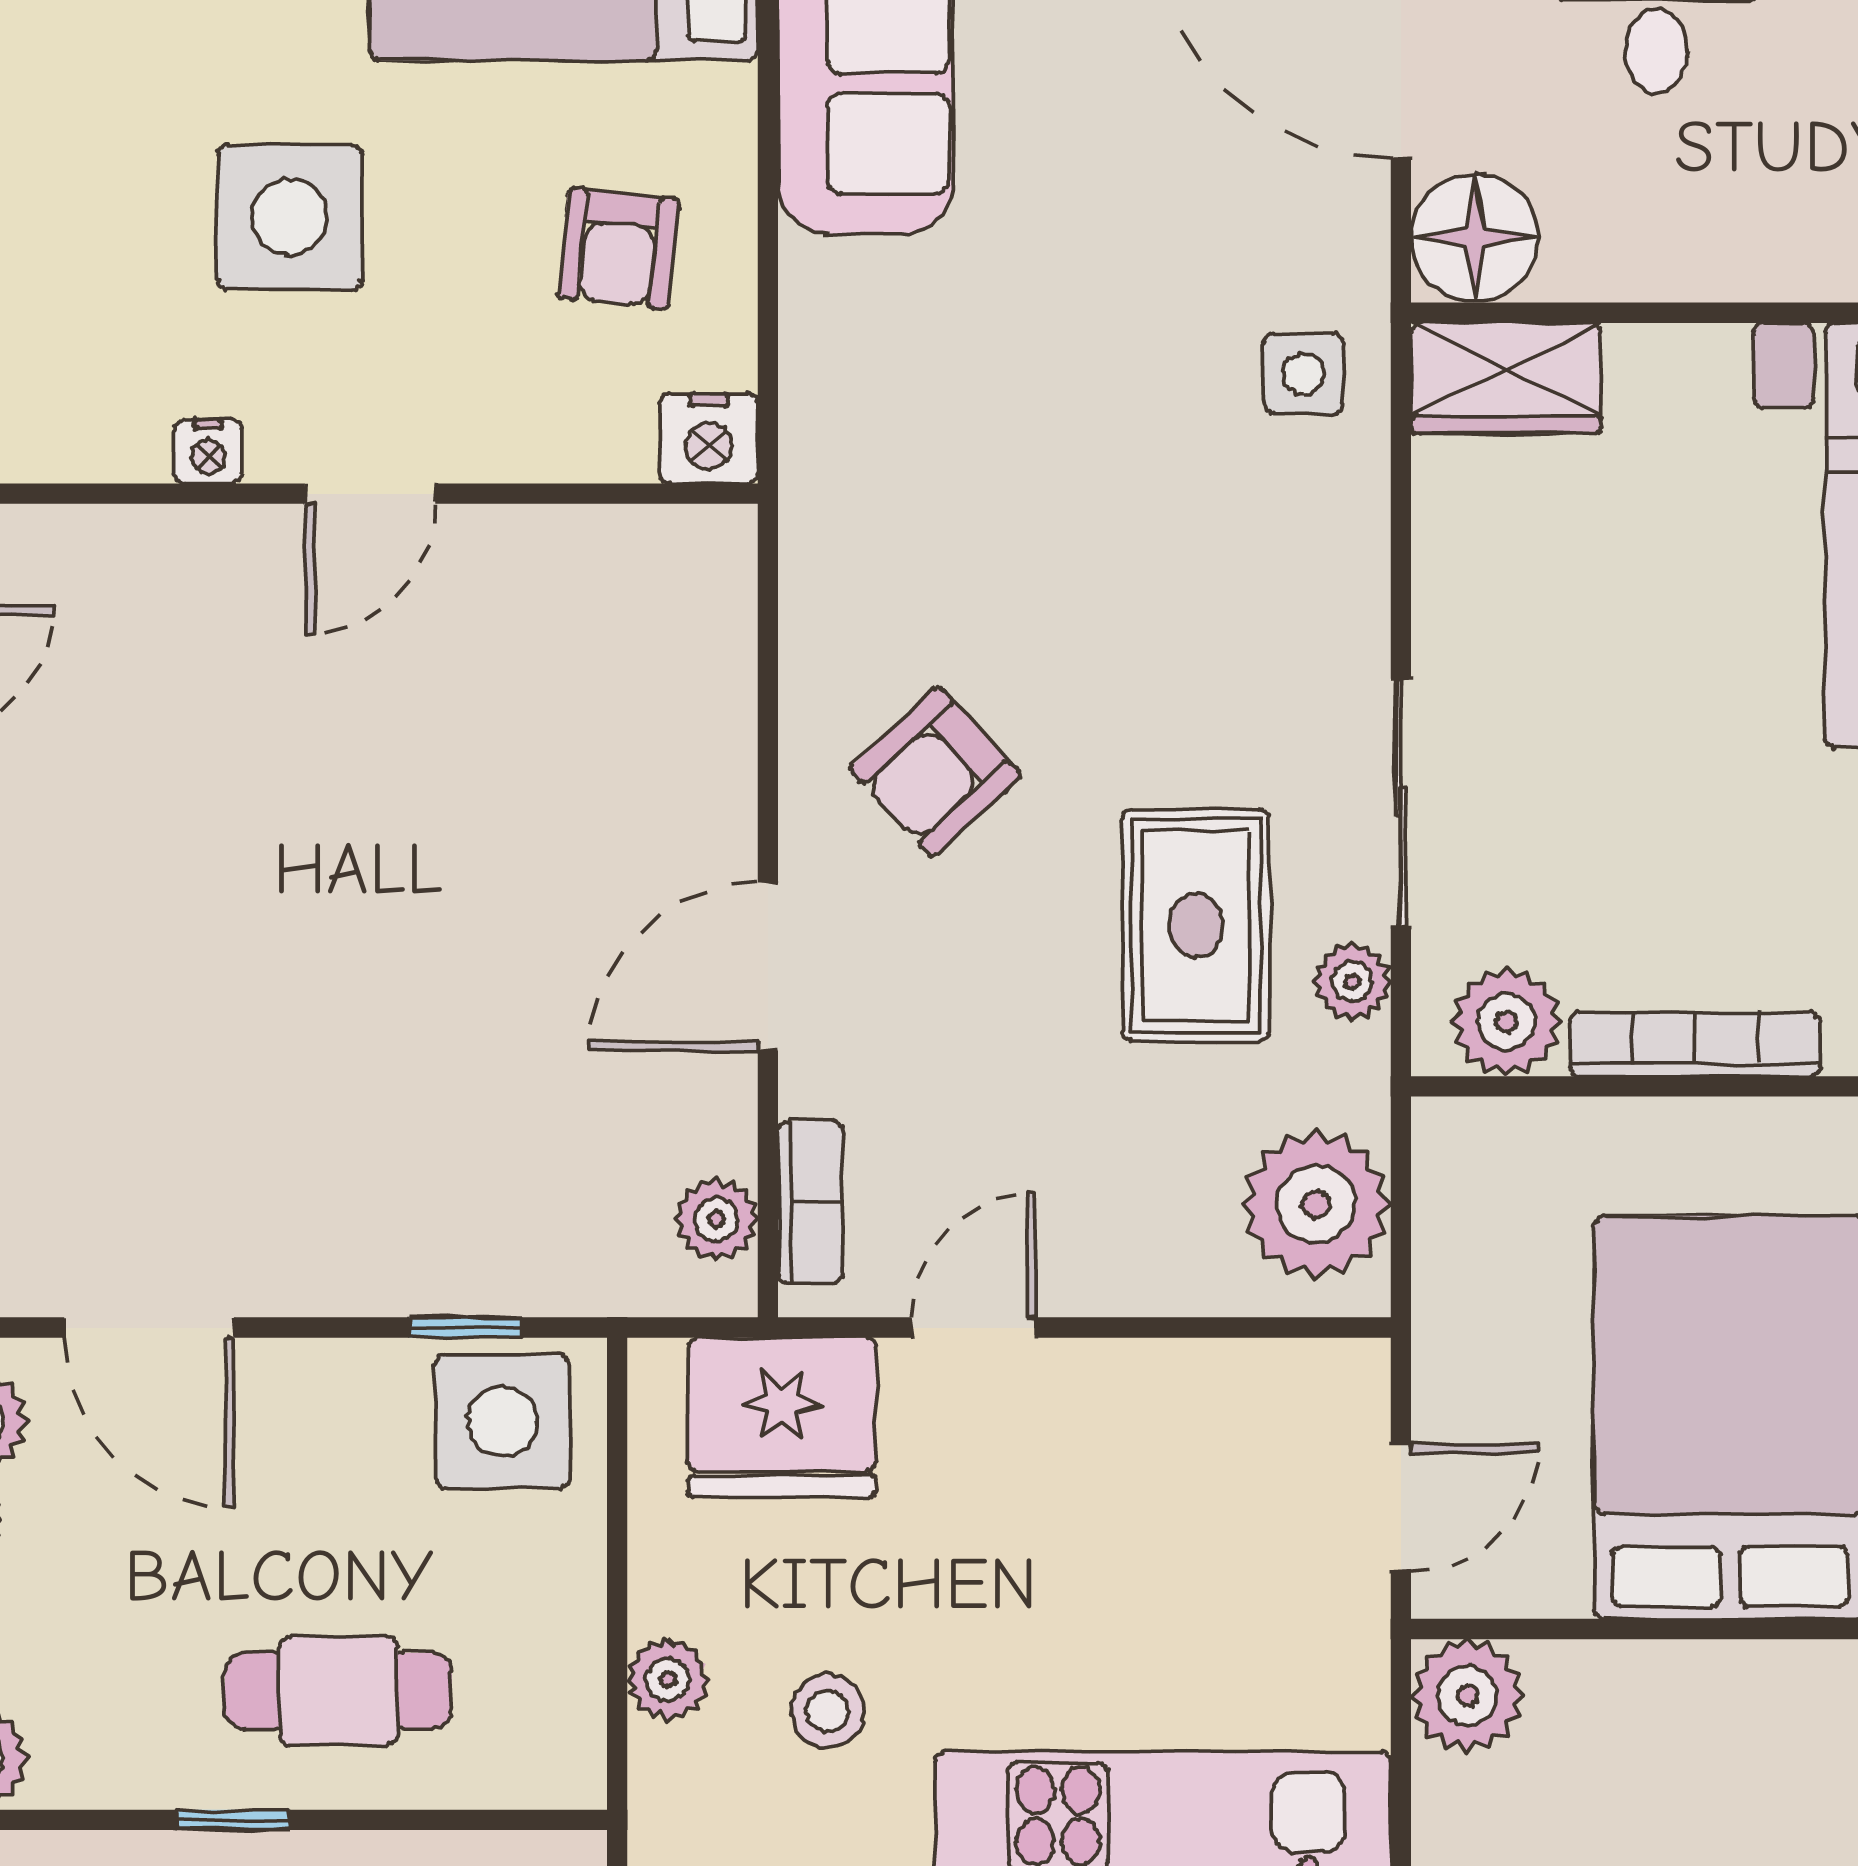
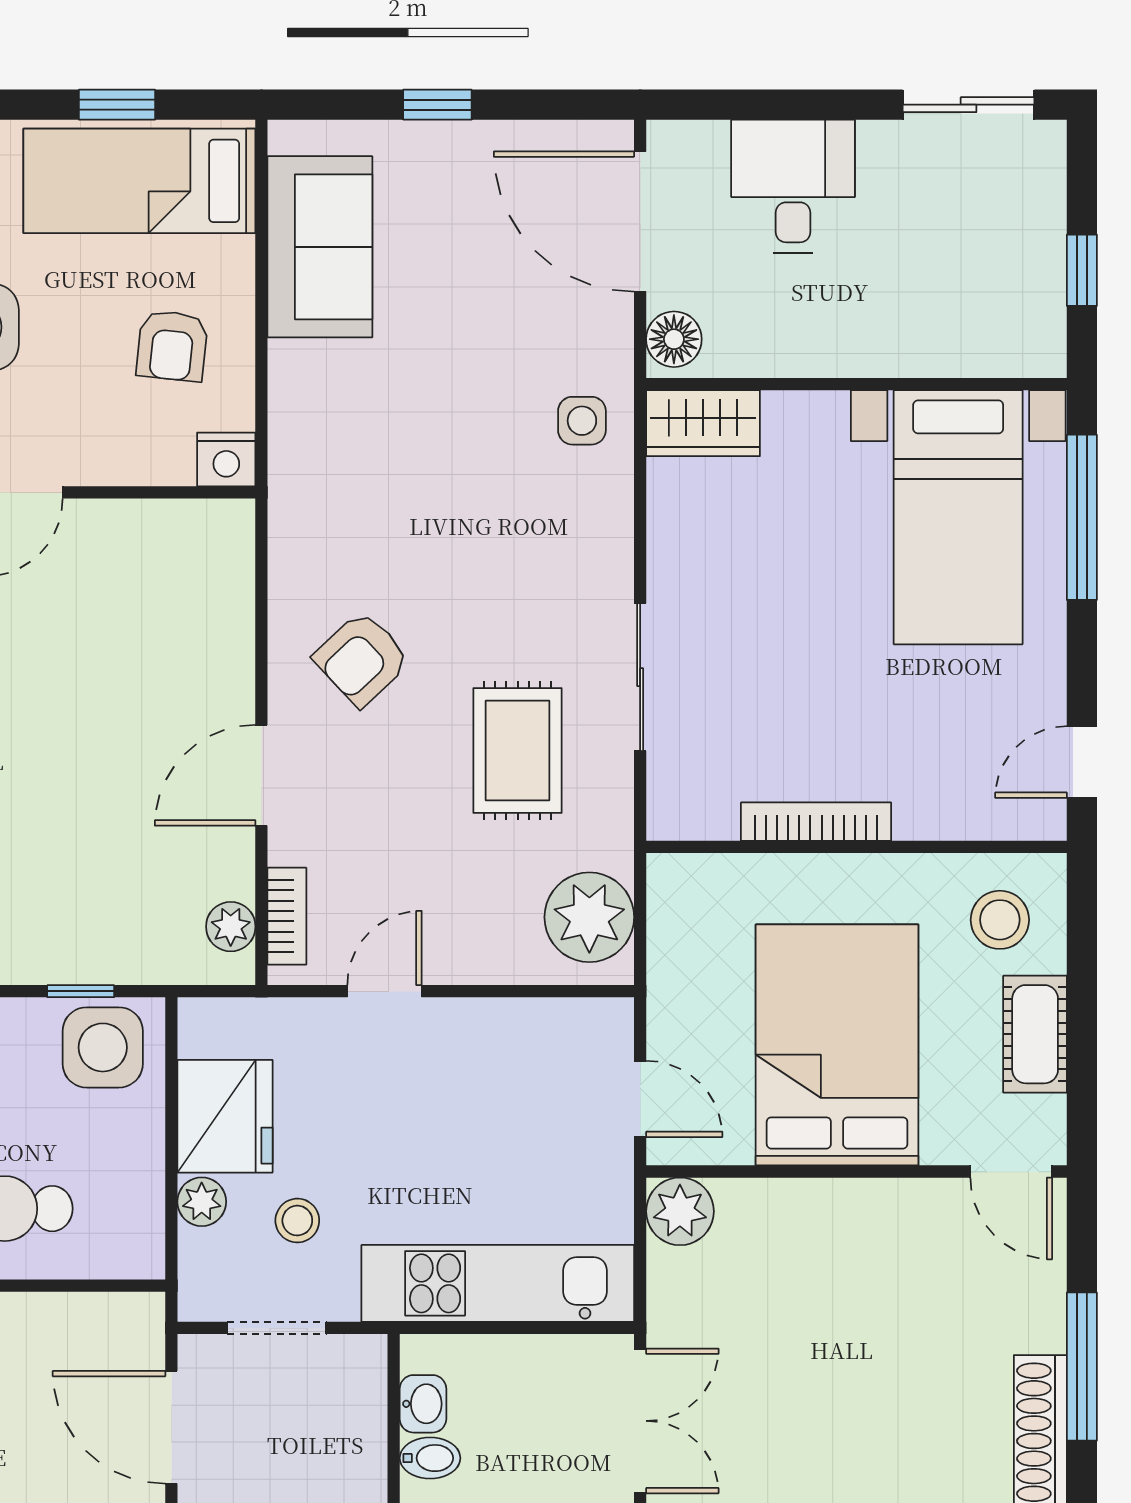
floor lamp: (1475, 238) -> (674, 339), width x0.73, depth x0.73
plant: (1352, 982) -> (611, 784), removed
plant: (1506, 1022) -> (703, 808), removed
fridge: (782, 1417) -> (225, 1116), moved, turned -90
door: (1401, 1508) -> (640, 1099), hinge flipped

